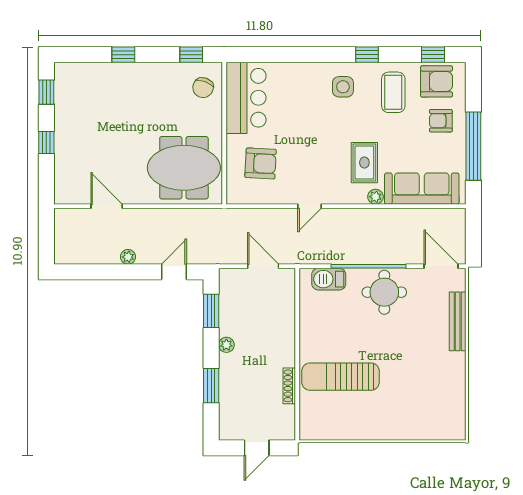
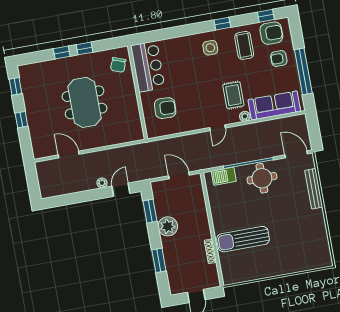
window: (191, 55) -> (84, 48), moved
meeting table: (184, 168) -> (84, 102), moved, turned 90
door: (310, 206) -> (217, 128), moved
plant: (128, 257) -> (102, 183), moved
plant: (226, 345) -> (168, 226), width x1.88, depth x1.88

